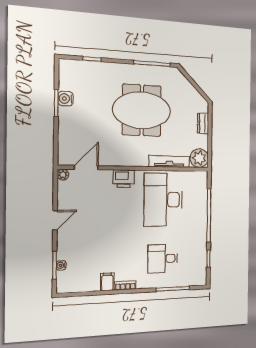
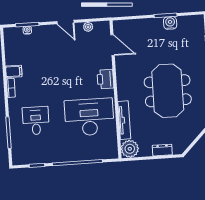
plant: (63, 175) -> (88, 27), moved

